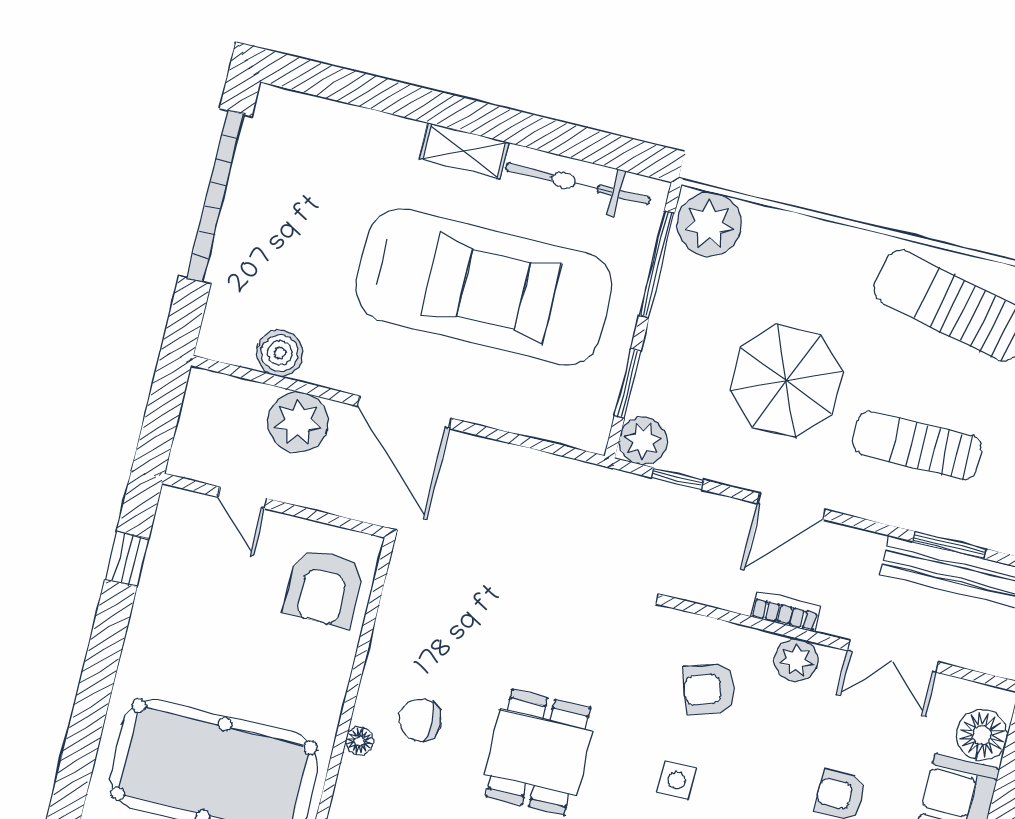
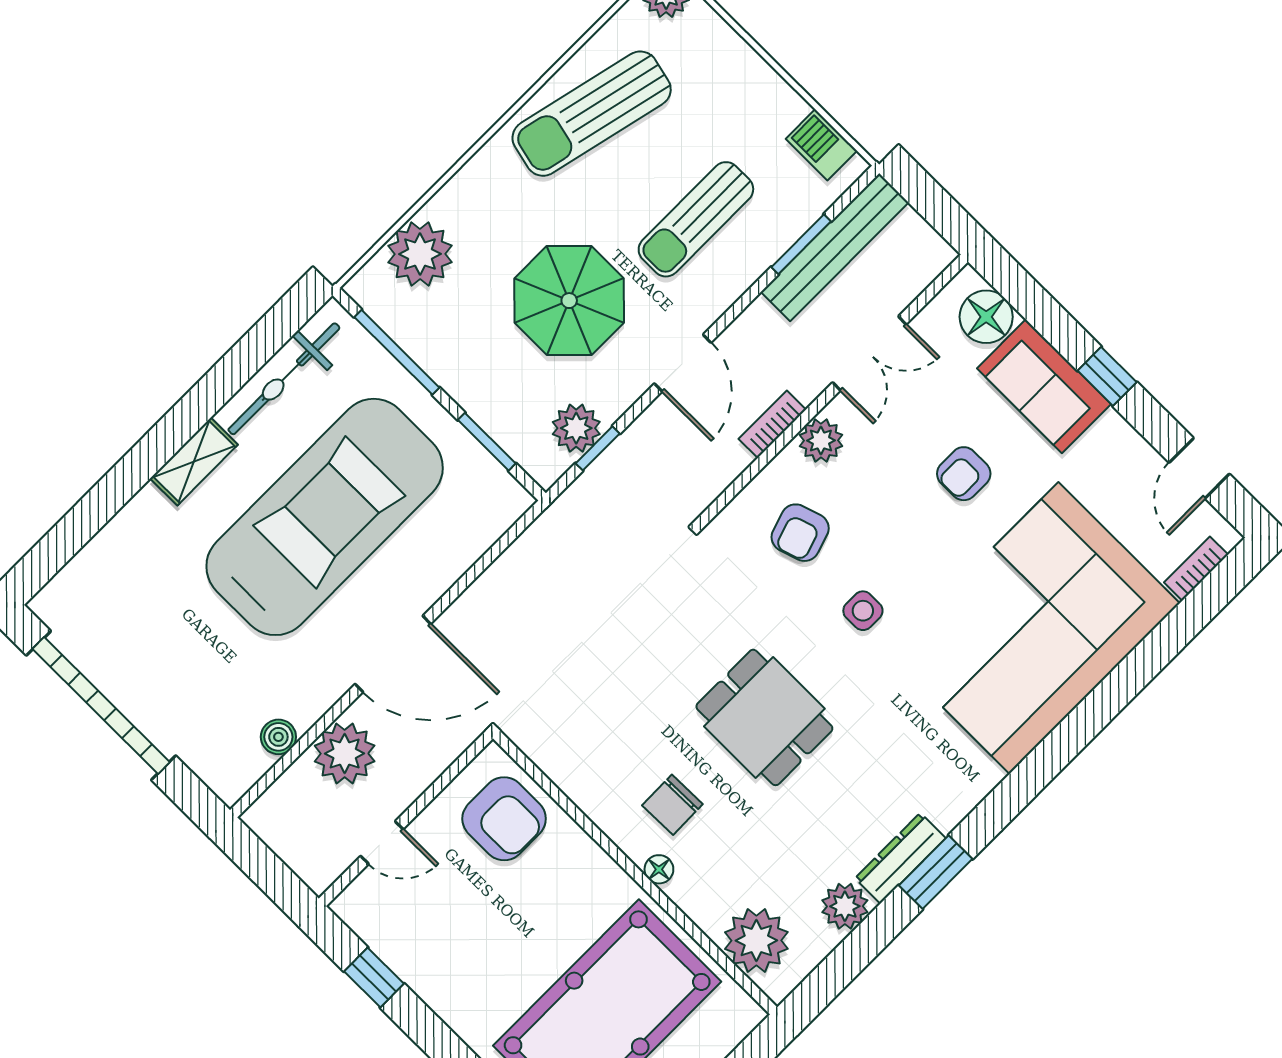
plant: (709, 224) -> (420, 254), moved
boiler: (280, 353) -> (278, 737), width x0.73, depth x0.73
plant: (643, 441) -> (576, 428), moved

